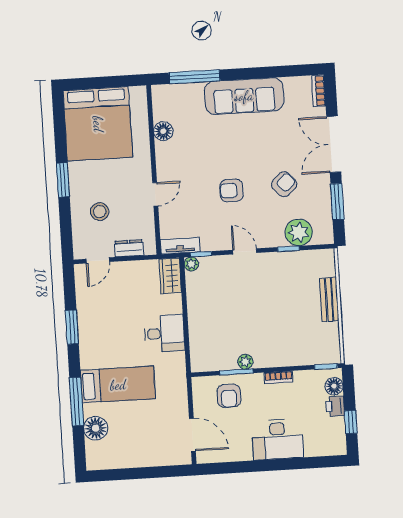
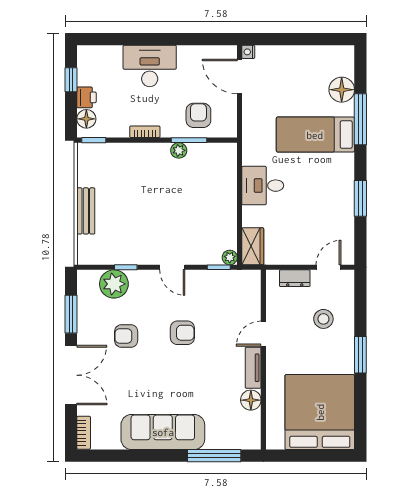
armchair: (284, 184) -> (126, 336), turned 43
tv unit: (180, 246) -> (253, 368), moved, turned 90
nightstand: (186, 458) -> (248, 52), added

